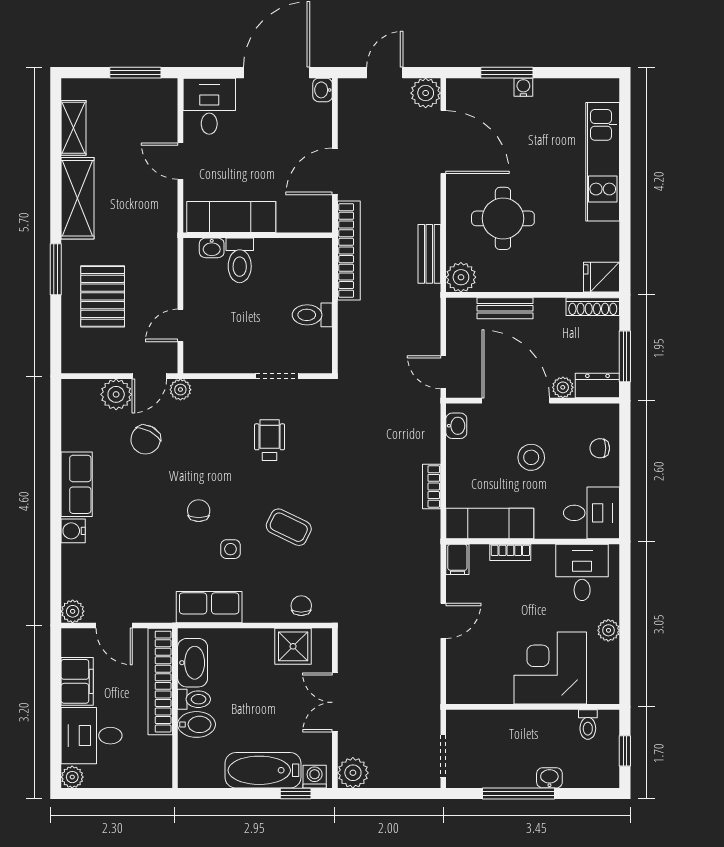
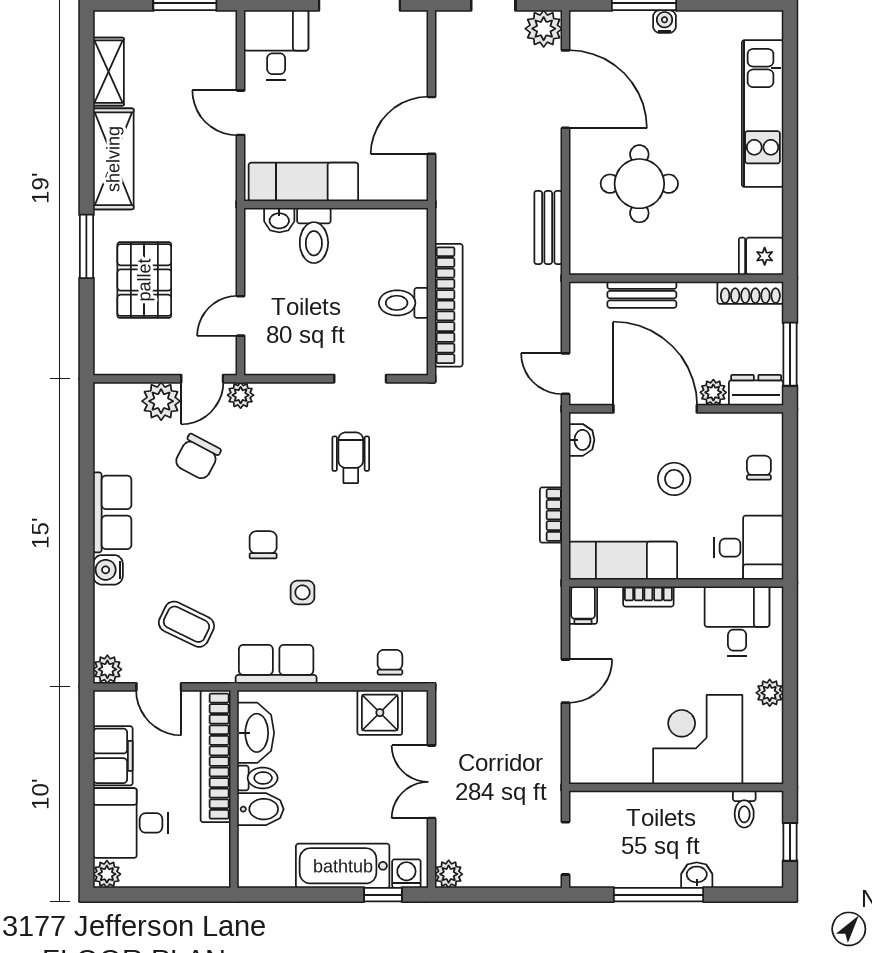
washbasin: (323, 90) -> (416, 25), removed
bookcase: (349, 250) -> (449, 305), moved
plant: (461, 277) -> (587, 256), removed
chair: (600, 448) -> (759, 468), turned 90
coffee table: (289, 527) -> (186, 624), moved
plant: (353, 773) -> (449, 874), width x0.73, depth x0.73

